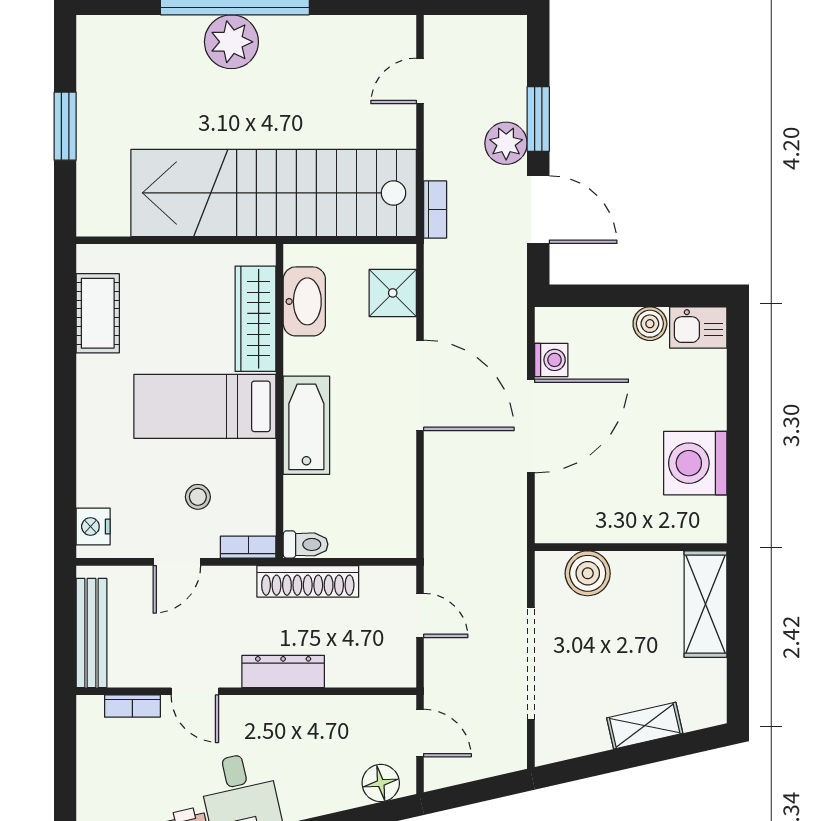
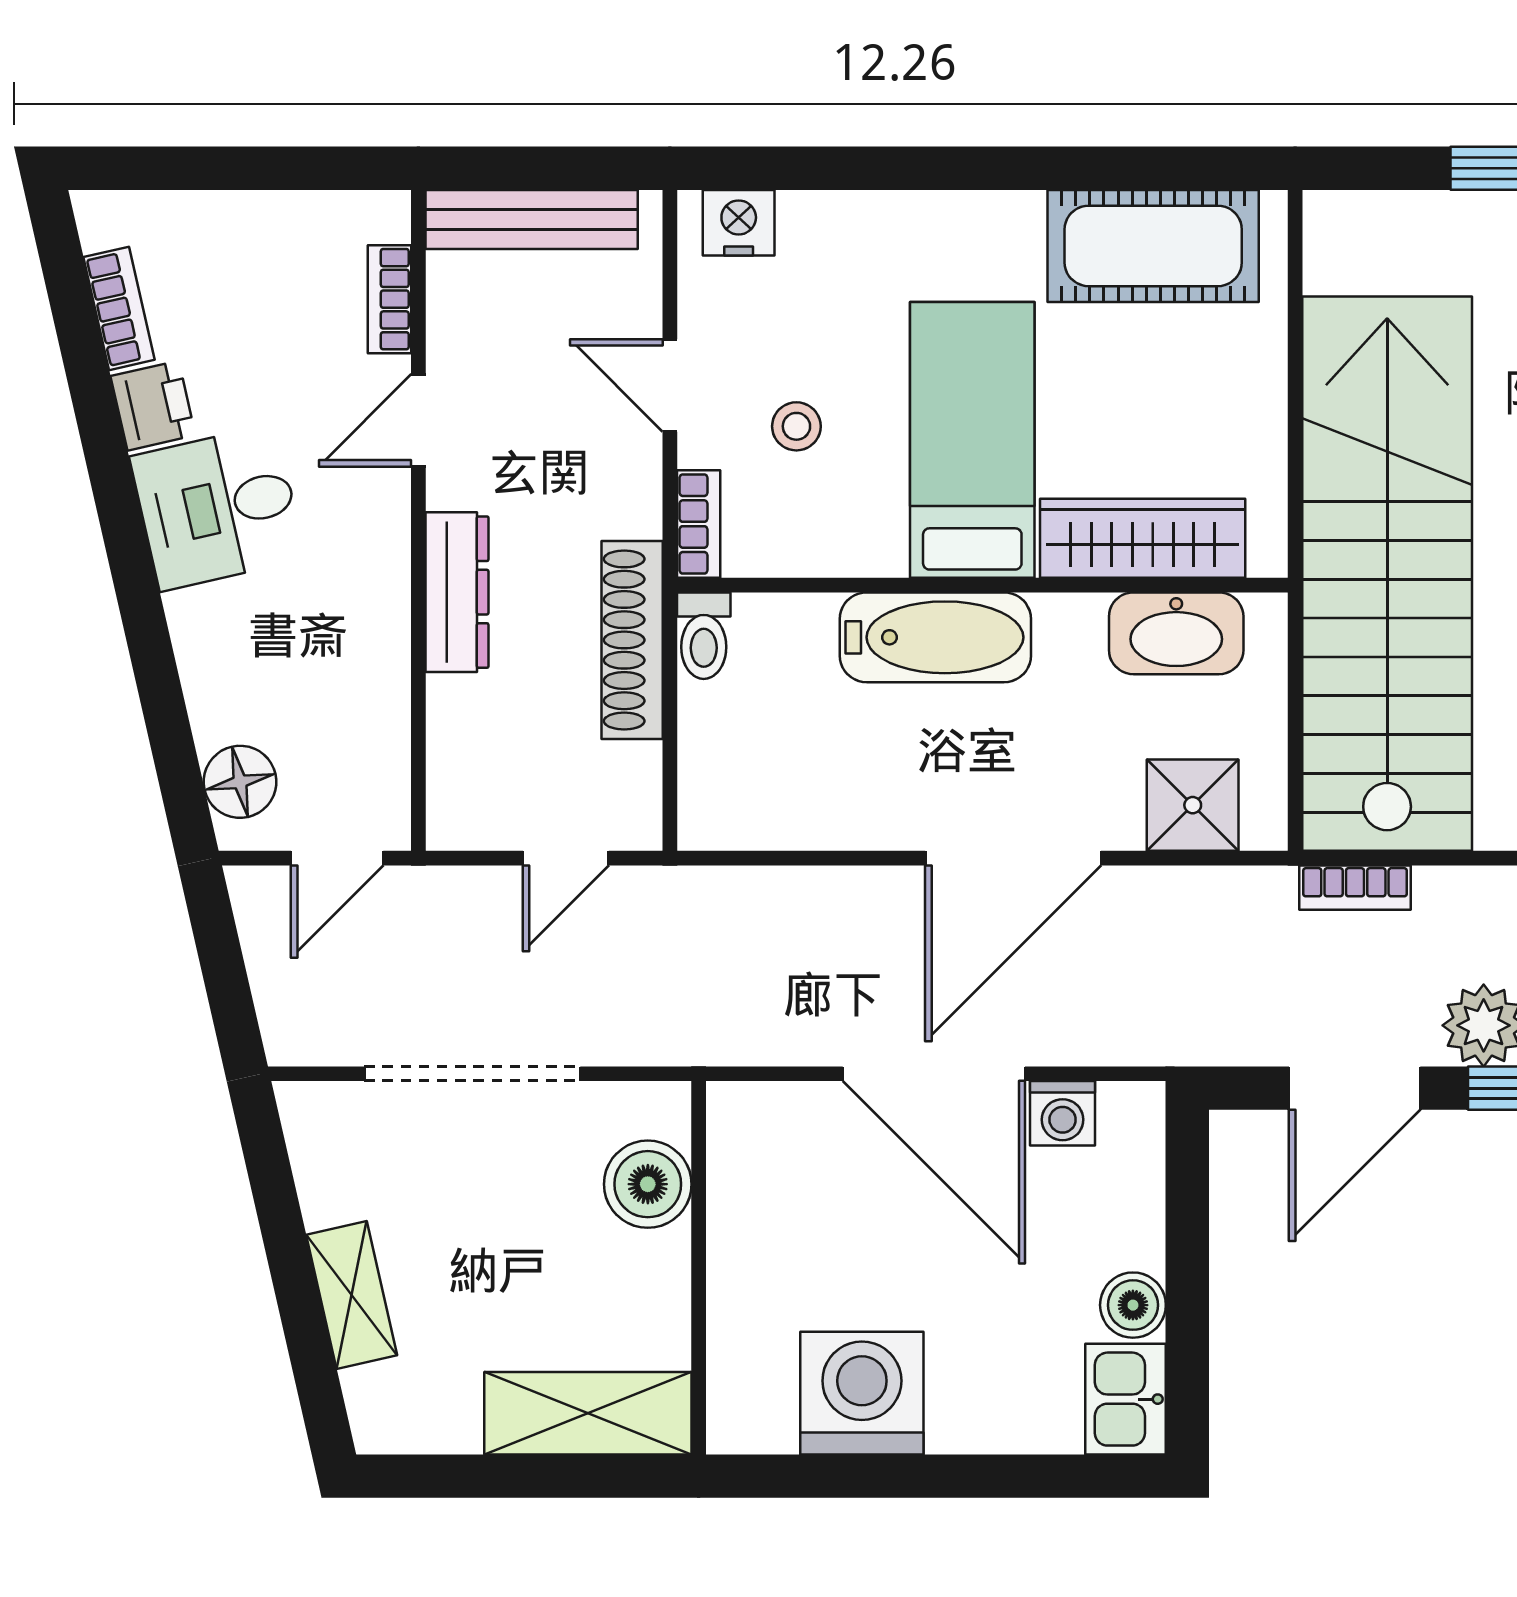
cot: (98, 313) -> (1153, 246), width x1.37, depth x1.34

